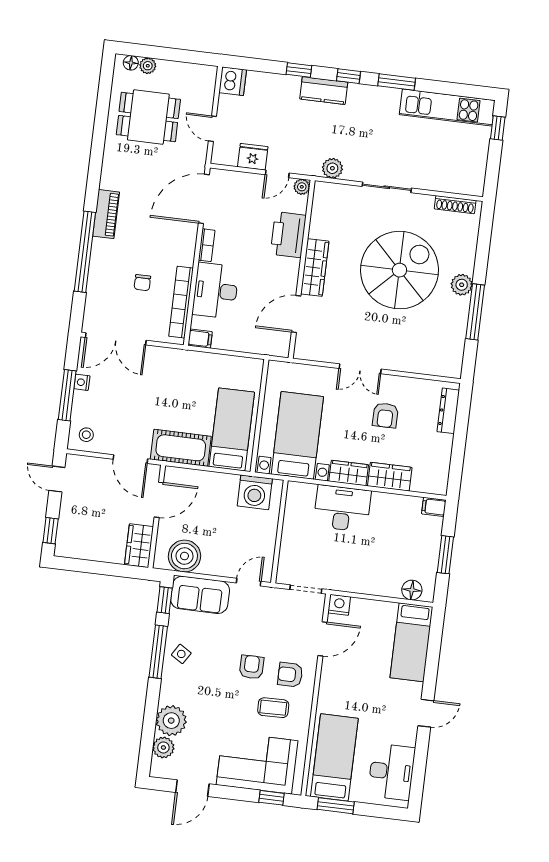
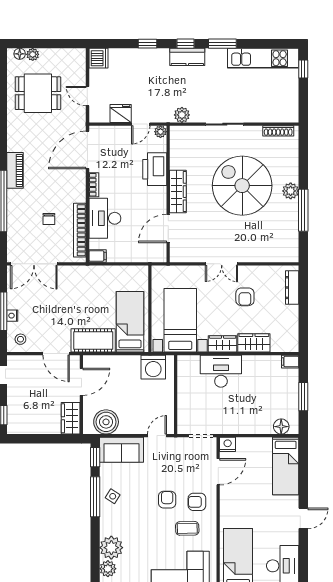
kitchen counter: (324, 91) -> (187, 57), moved
spiral stairs: (399, 270) -> (242, 186), turned -90
nightstand: (82, 382) -> (12, 316), moved

